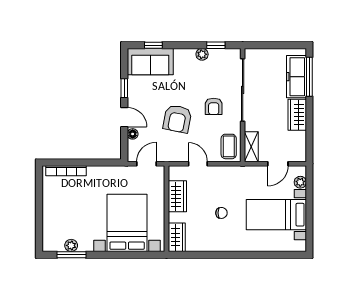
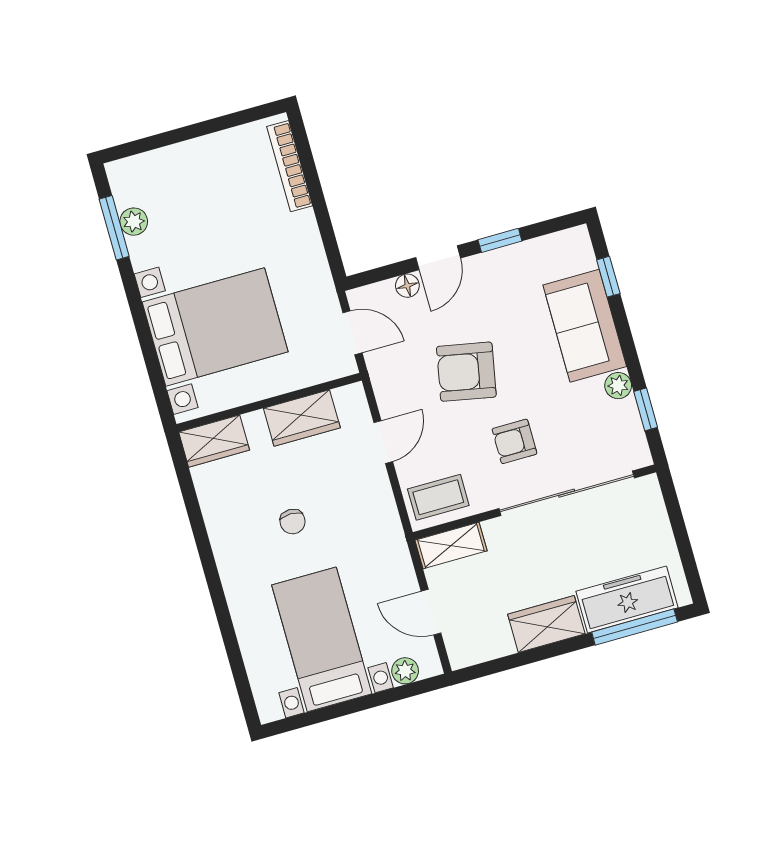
sofa: (150, 62) -> (585, 326), moved

